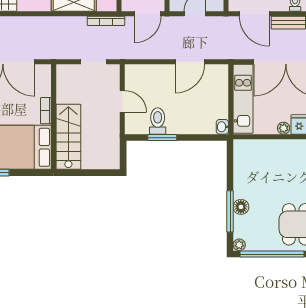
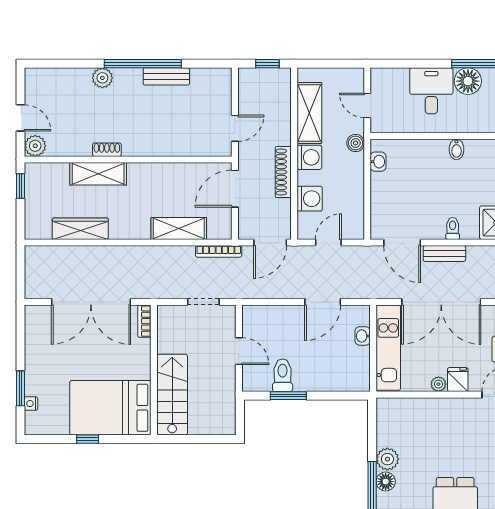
bookcase: (46, 111) -> (144, 321), moved
washbasin: (222, 127) -> (363, 336), moved
plant: (242, 189) -> (387, 459), added

